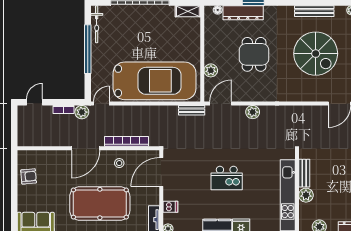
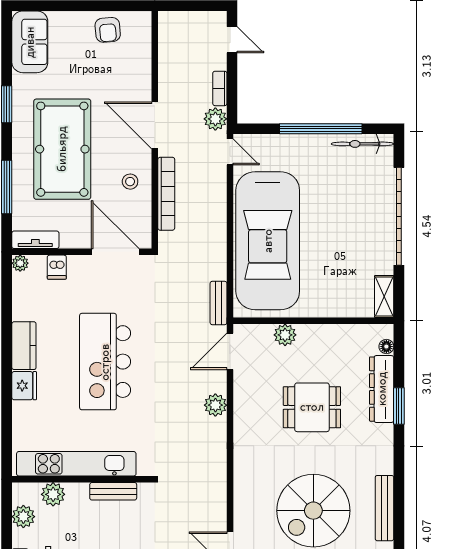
door: (221, 103) -> (230, 351), swing flipped
kitchen island: (227, 178) -> (105, 362), width x1.87, depth x1.28
plant: (306, 195) -> (53, 494), moved

